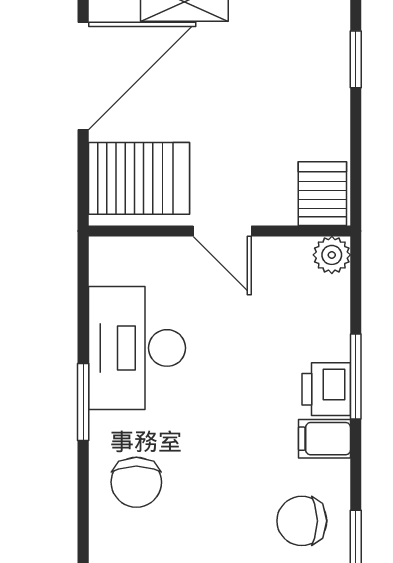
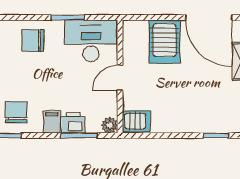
server rack: (322, 194) -> (136, 121), moved
wall: (219, 231) -> (120, 77), moved
door: (222, 231) -> (120, 78), moved
plant: (332, 255) -> (110, 125), moved

